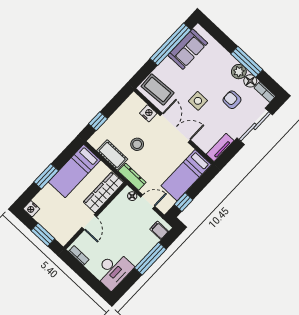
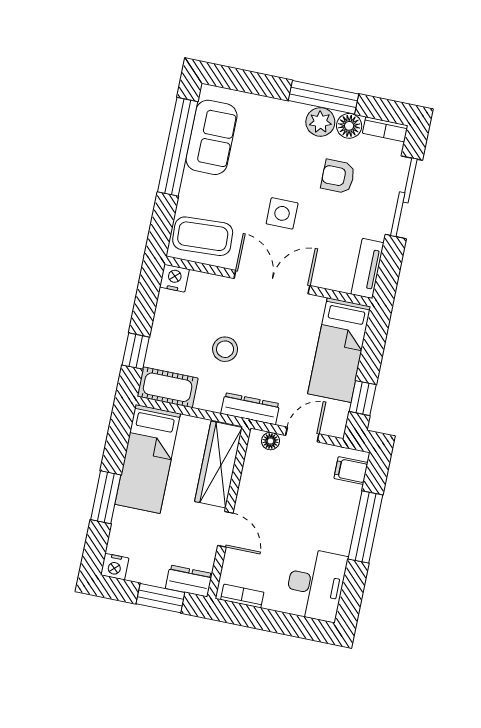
nightstand: (148, 113) -> (174, 278), moved
cot: (112, 155) -> (168, 387), moved
dresser: (60, 235) -> (189, 581), added

